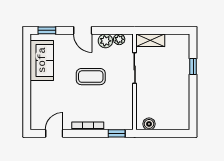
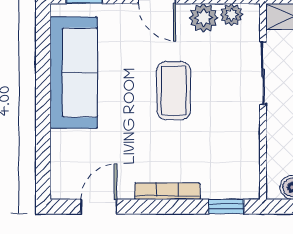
sofa: (42, 60) -> (74, 73), width x1.36
coffee table: (91, 77) -> (174, 91), turned 90

